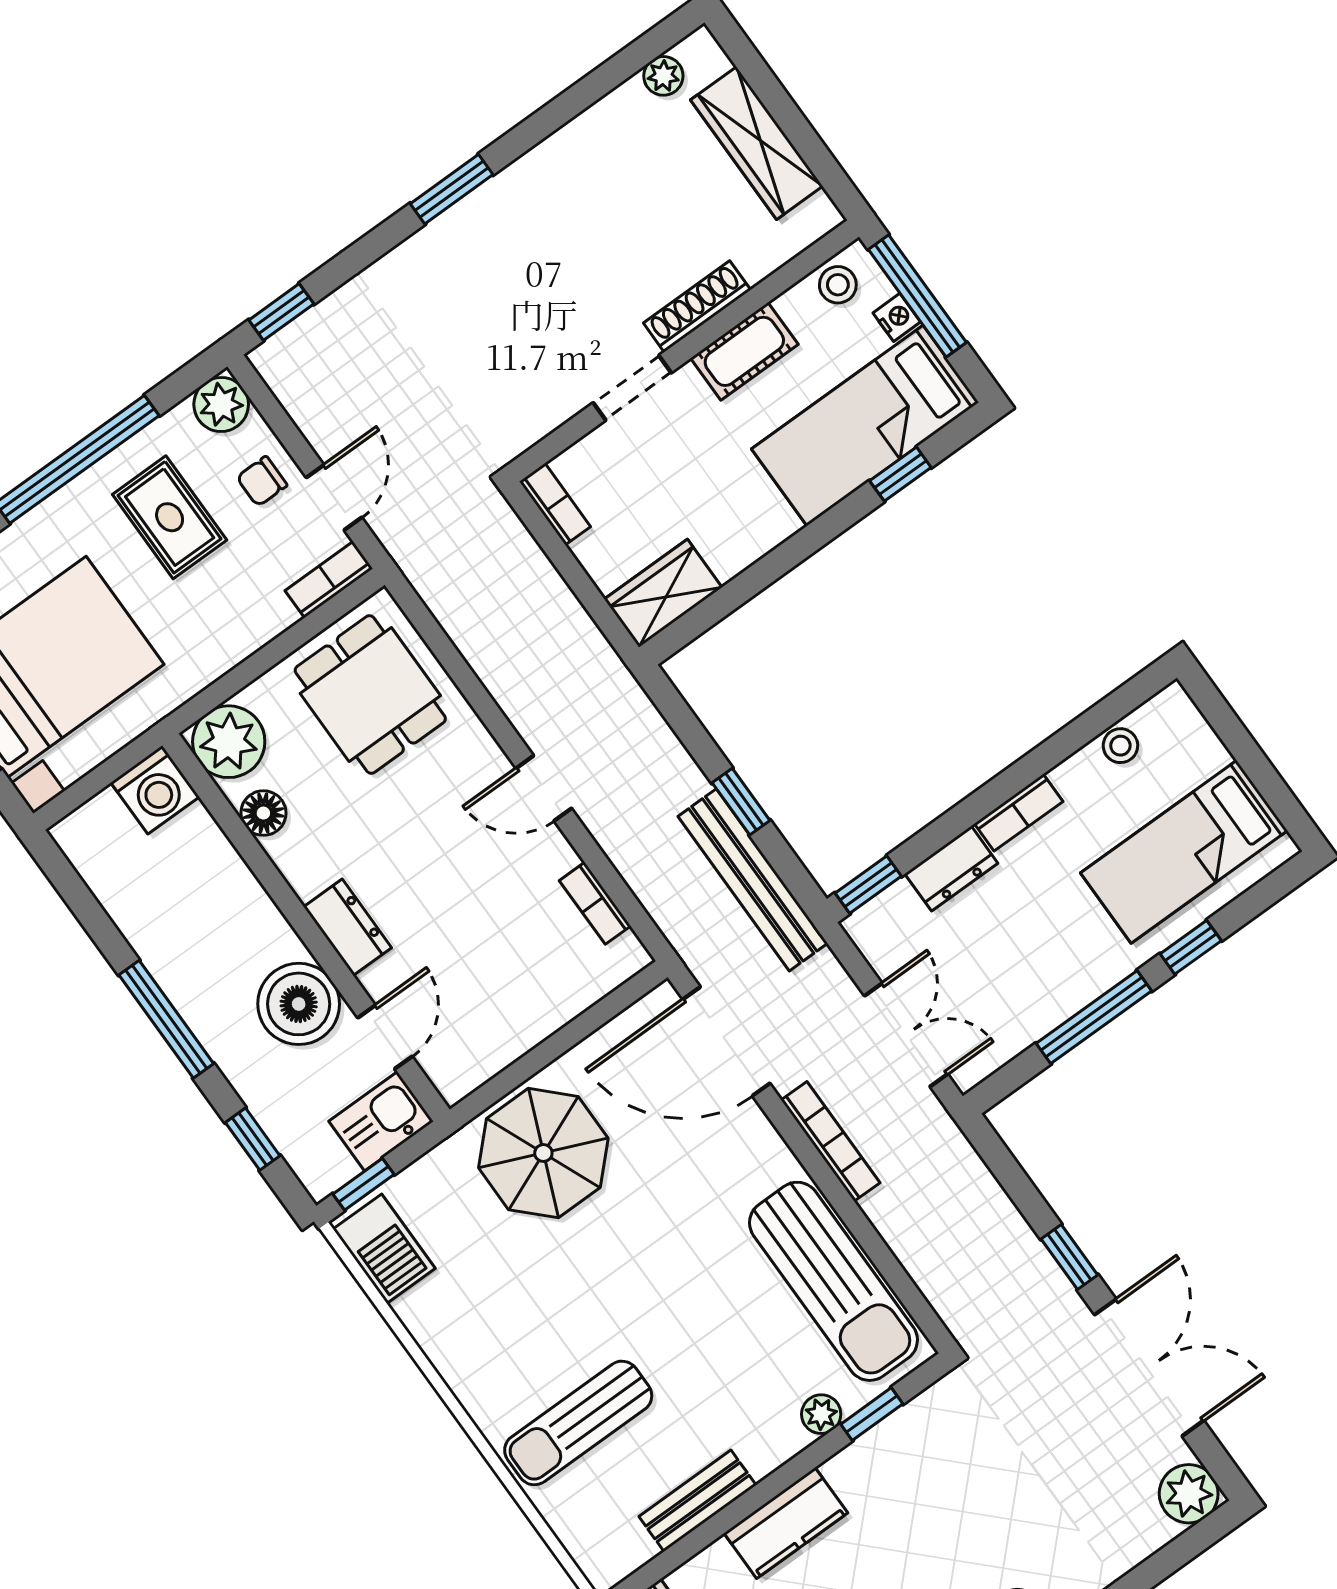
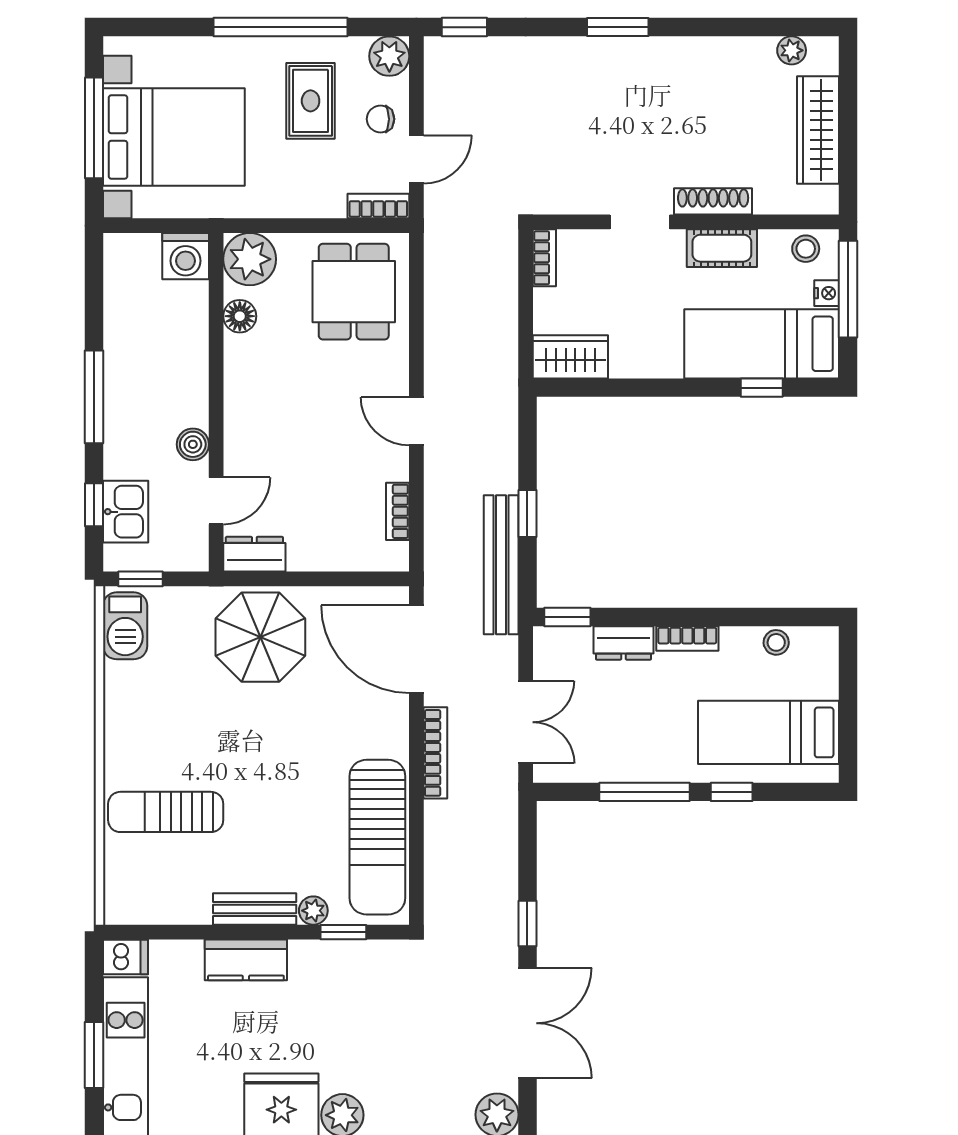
dresser: (348, 927) -> (254, 554), moved, turned -90
boiler: (299, 1004) -> (193, 444), width x0.54, depth x0.54
kitchen sink: (381, 1121) -> (126, 512), moved, turned 90
bench: (697, 1501) -> (255, 909), moved

